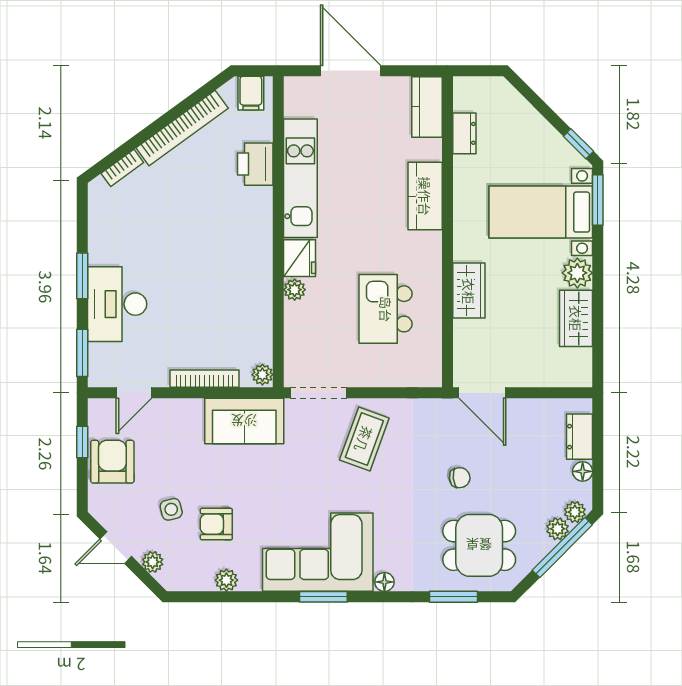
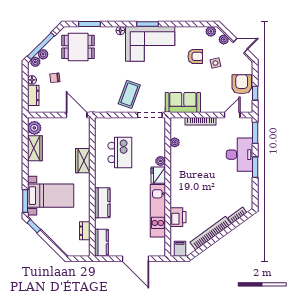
plant: (577, 273) -> (34, 128), moved
plant: (262, 375) -> (175, 142), moved
armchair: (112, 462) -> (242, 84), turned 180
chair: (460, 478) -> (55, 78), moved
plant: (226, 580) -> (211, 31), moved

